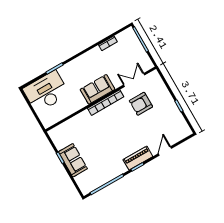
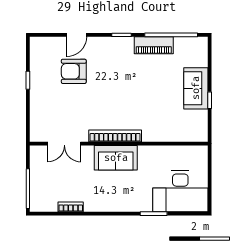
armchair: (141, 104) -> (74, 71), moved, turned 180
piano: (138, 158) -> (154, 45), moved

